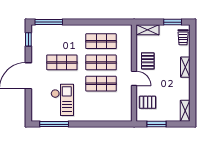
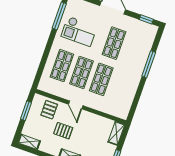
window: (49, 22) -> (149, 64), moved
shop shelf: (101, 41) -> (62, 66), moved
pallet: (148, 61) -> (63, 131), moved
door: (134, 78) -> (76, 105), hinge flipped

